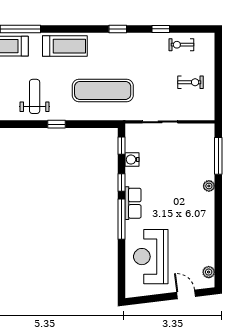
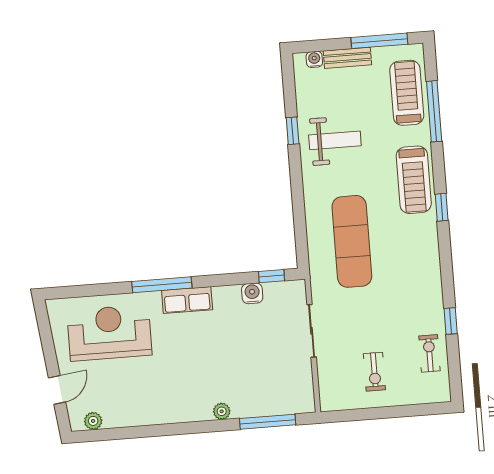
window: (118, 29) -> (442, 207), moved
window: (57, 124) -> (293, 131), moved
window: (122, 183) -> (217, 280), removed

